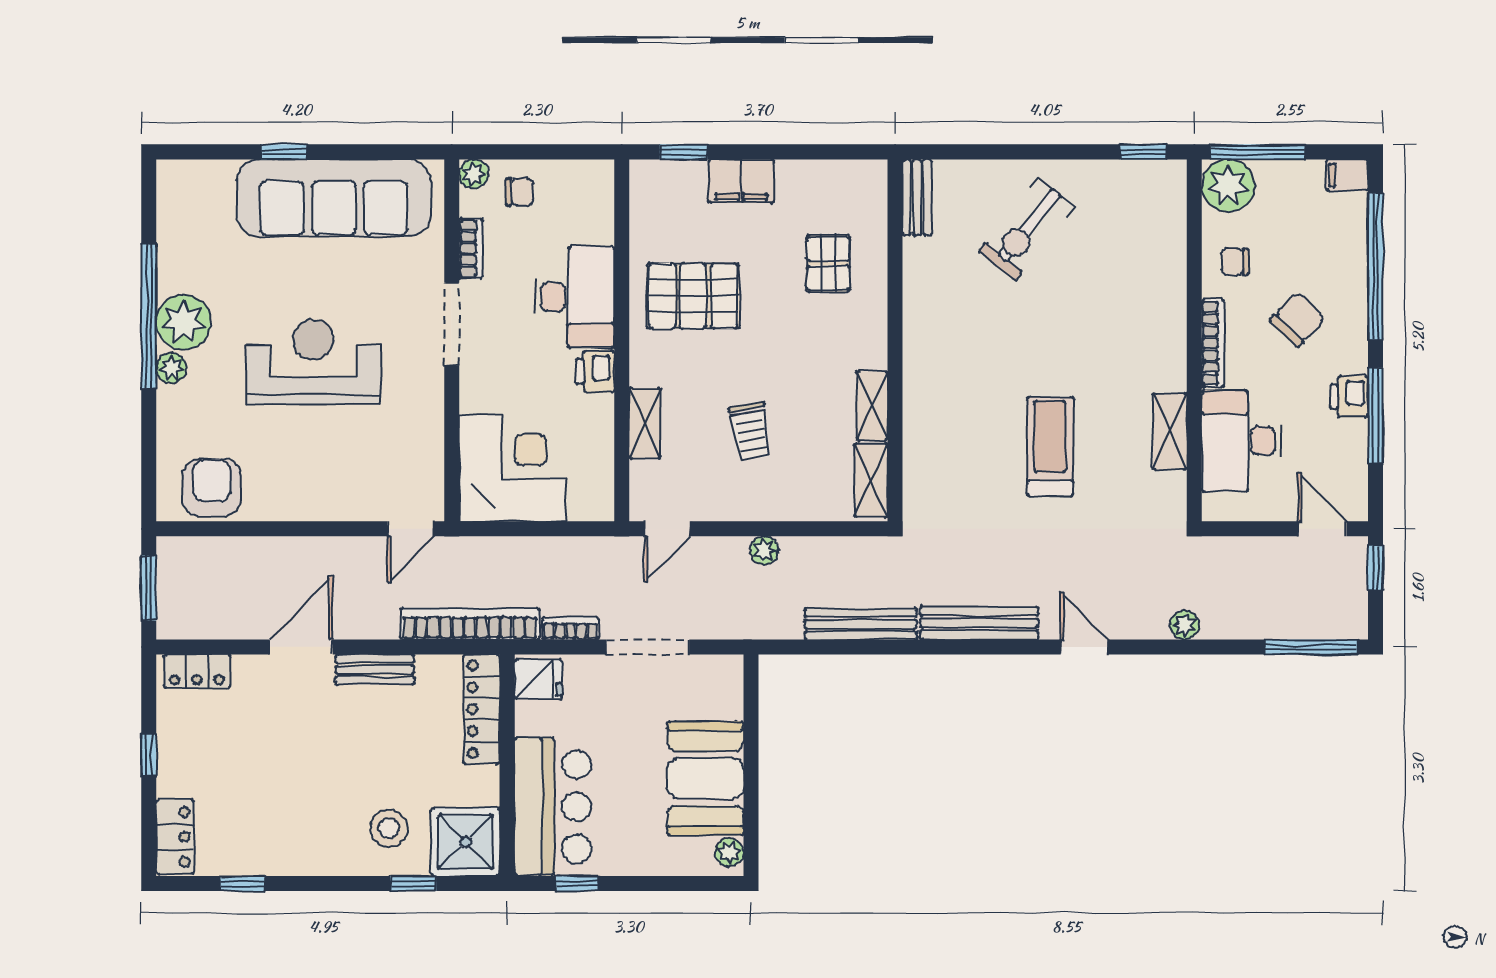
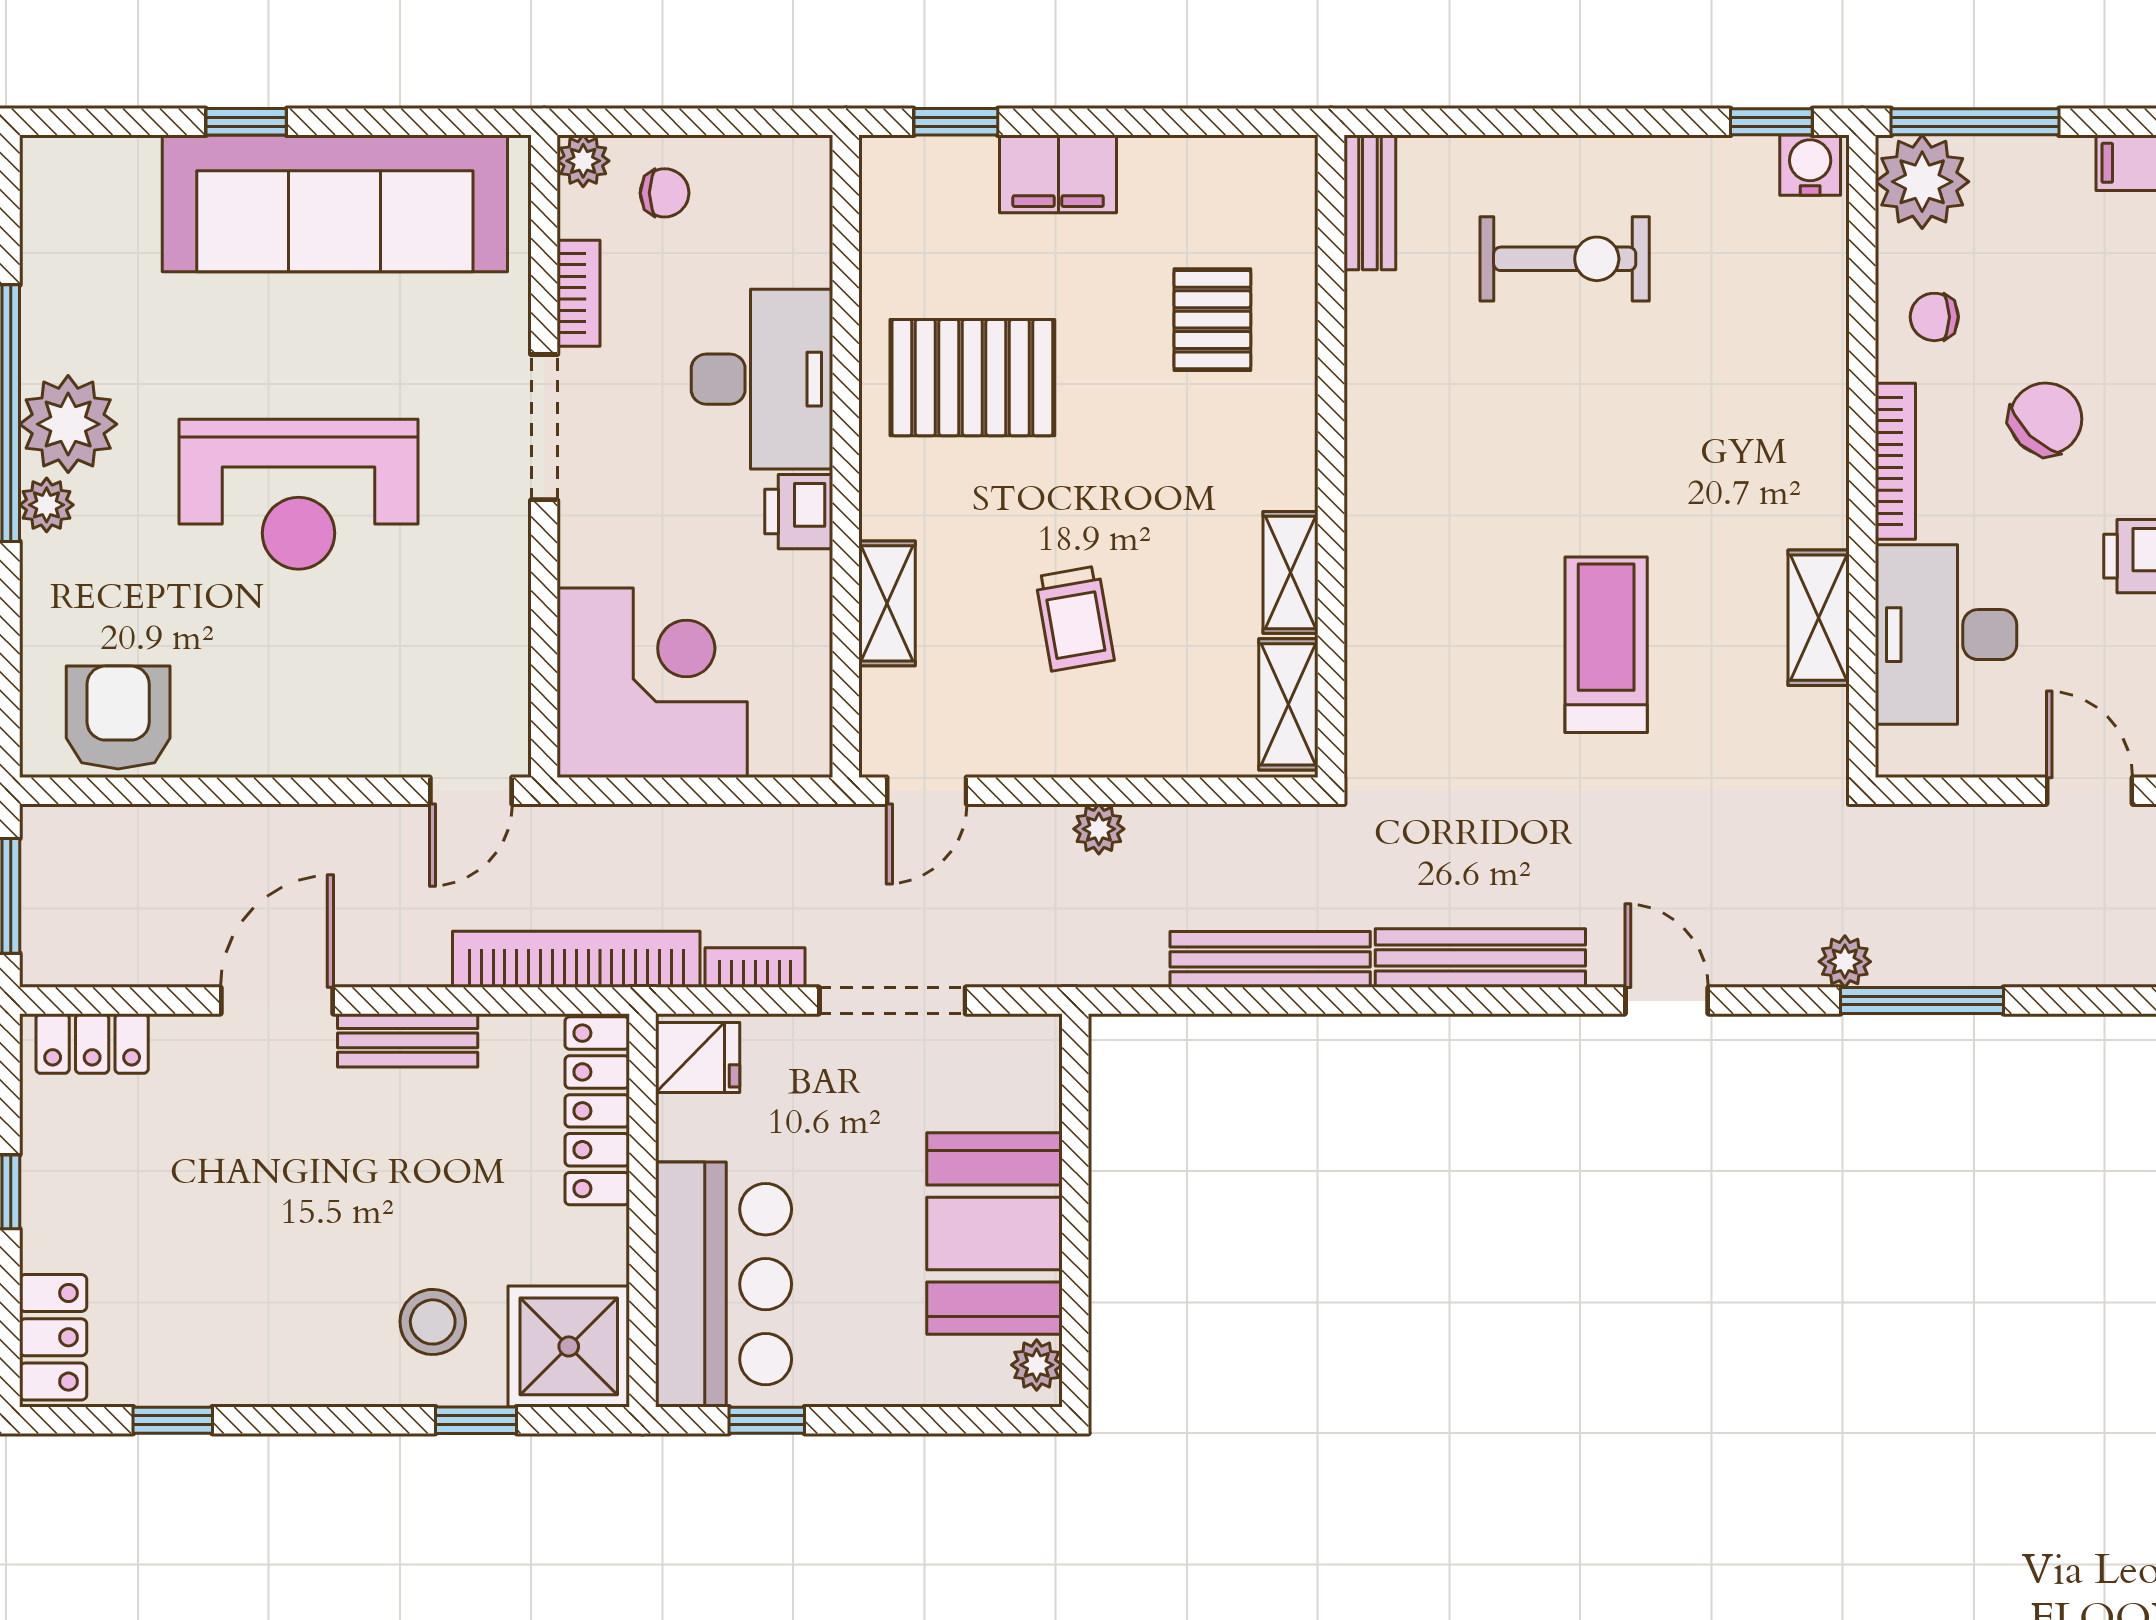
water cooler: (1165, 176) -> (1810, 165), added
exercise bike: (1027, 229) -> (1565, 259), turned -129
reception desk: (313, 362) -> (299, 494), turned 180
window: (1311, 647) -> (1922, 1001), moved

